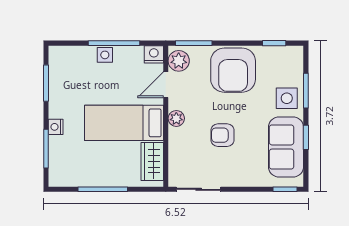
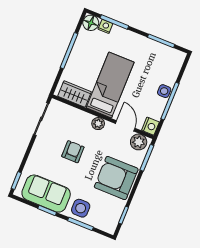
nightstand: (56, 127) -> (105, 26), moved
floor lamp: (59, 177) -> (91, 23), added

